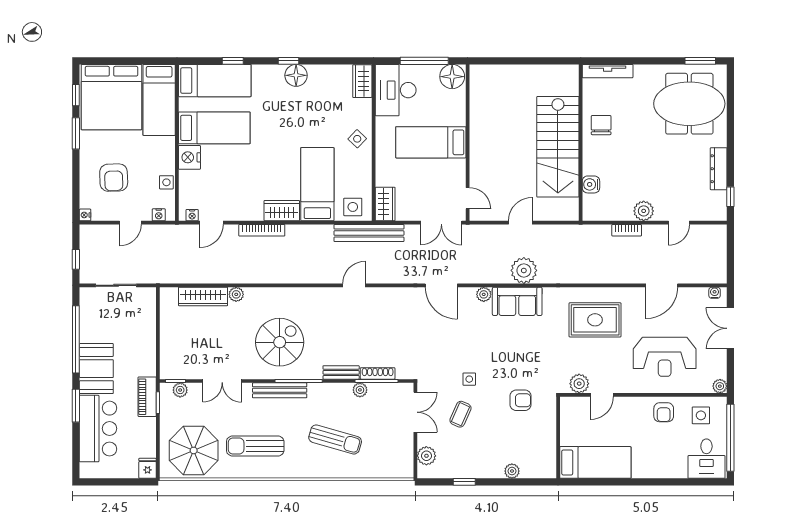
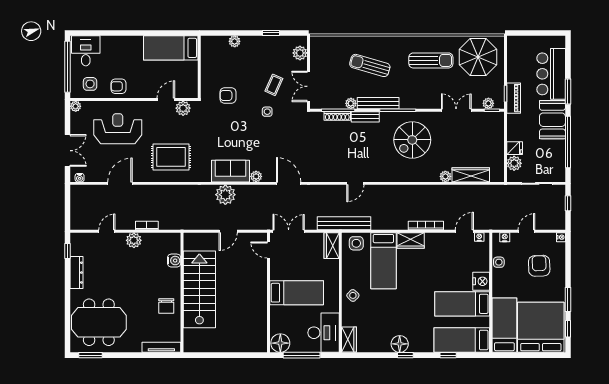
plant: (146, 312) -> (514, 163), added
bench: (280, 390) -> (378, 103), moved
armchair: (664, 412) -> (119, 86), turned -90
fridge: (148, 468) -> (515, 148), moved, turned -90

